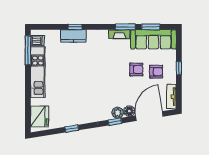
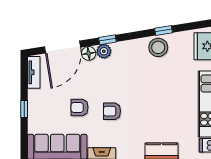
armchair: (156, 72) -> (112, 111), moved
stool: (76, 116) -> (158, 47), added

